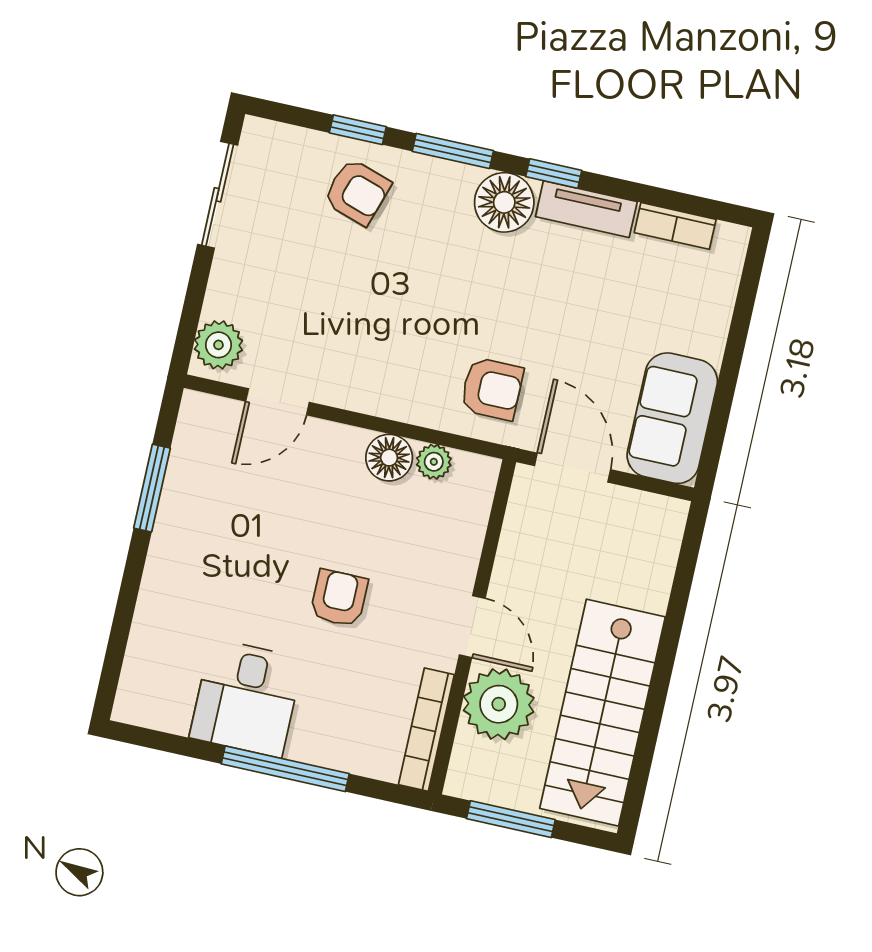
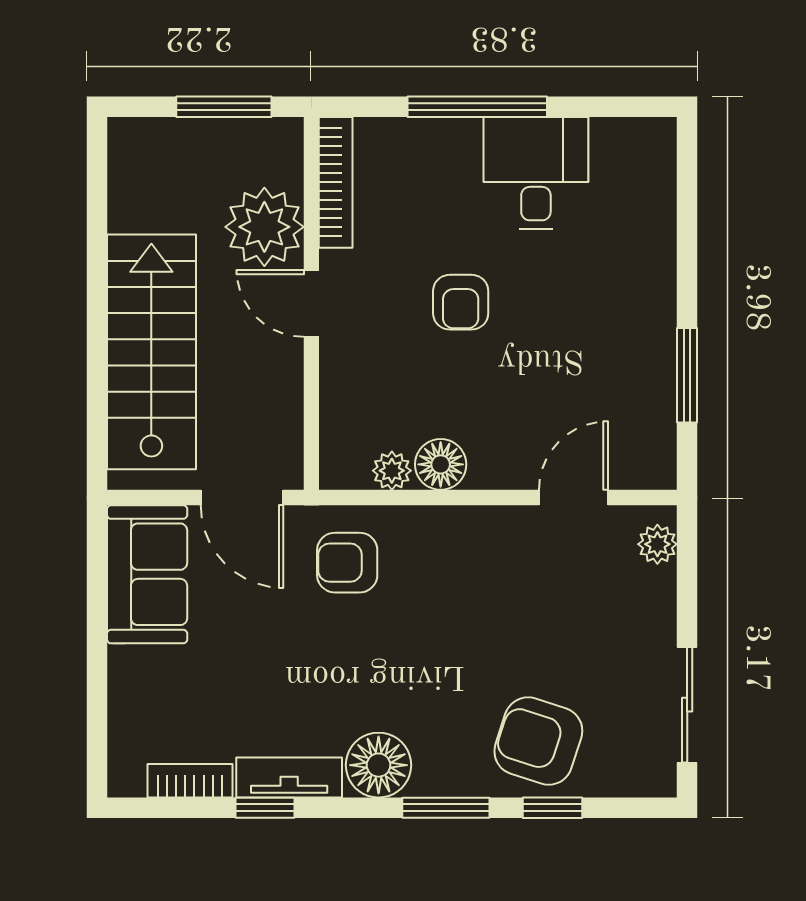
window: (554, 174) -> (265, 808), moved
armchair: (357, 192) -> (538, 741), width x1.38, depth x1.38
plant: (218, 345) -> (657, 544), width x0.73, depth x0.73
stairs: (602, 713) -> (151, 352), moved

